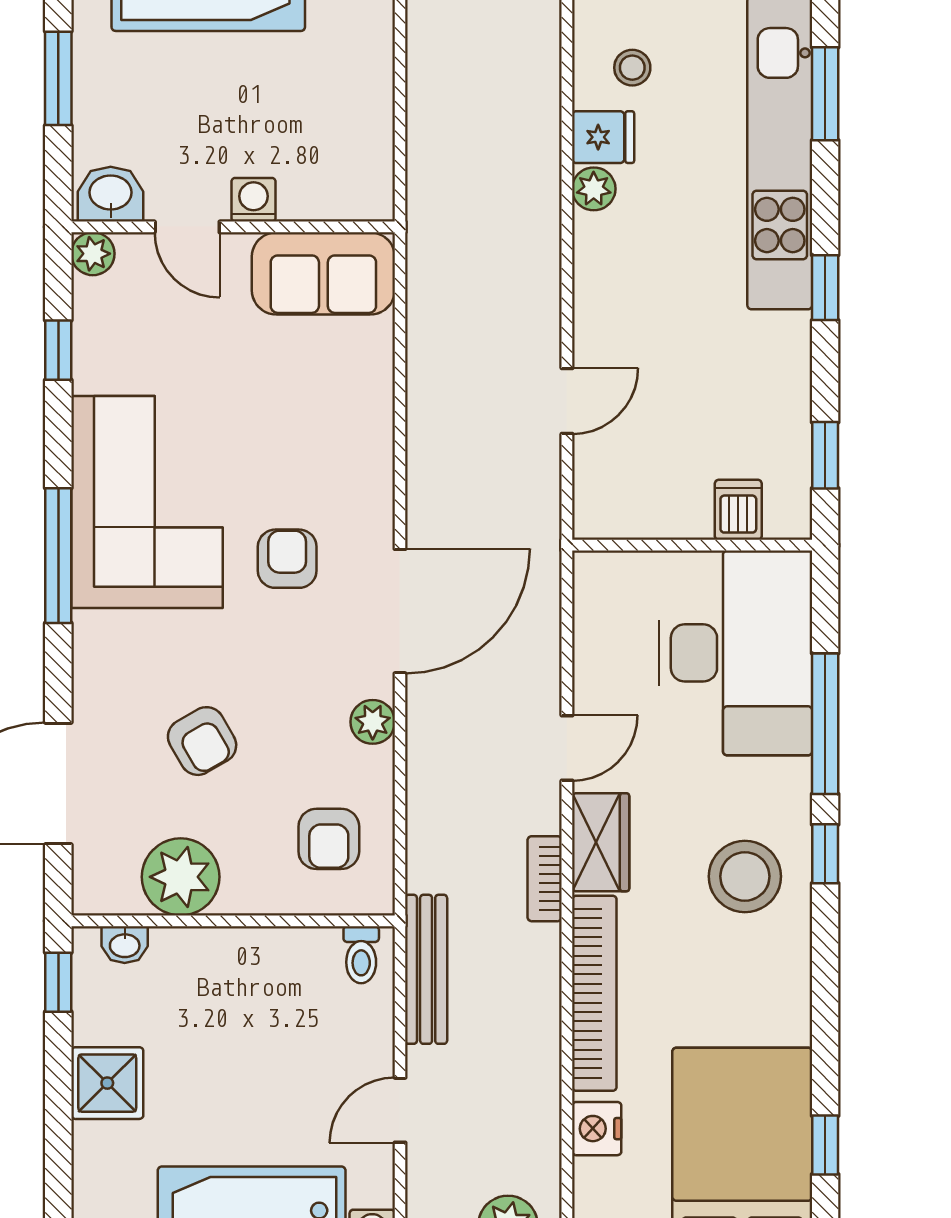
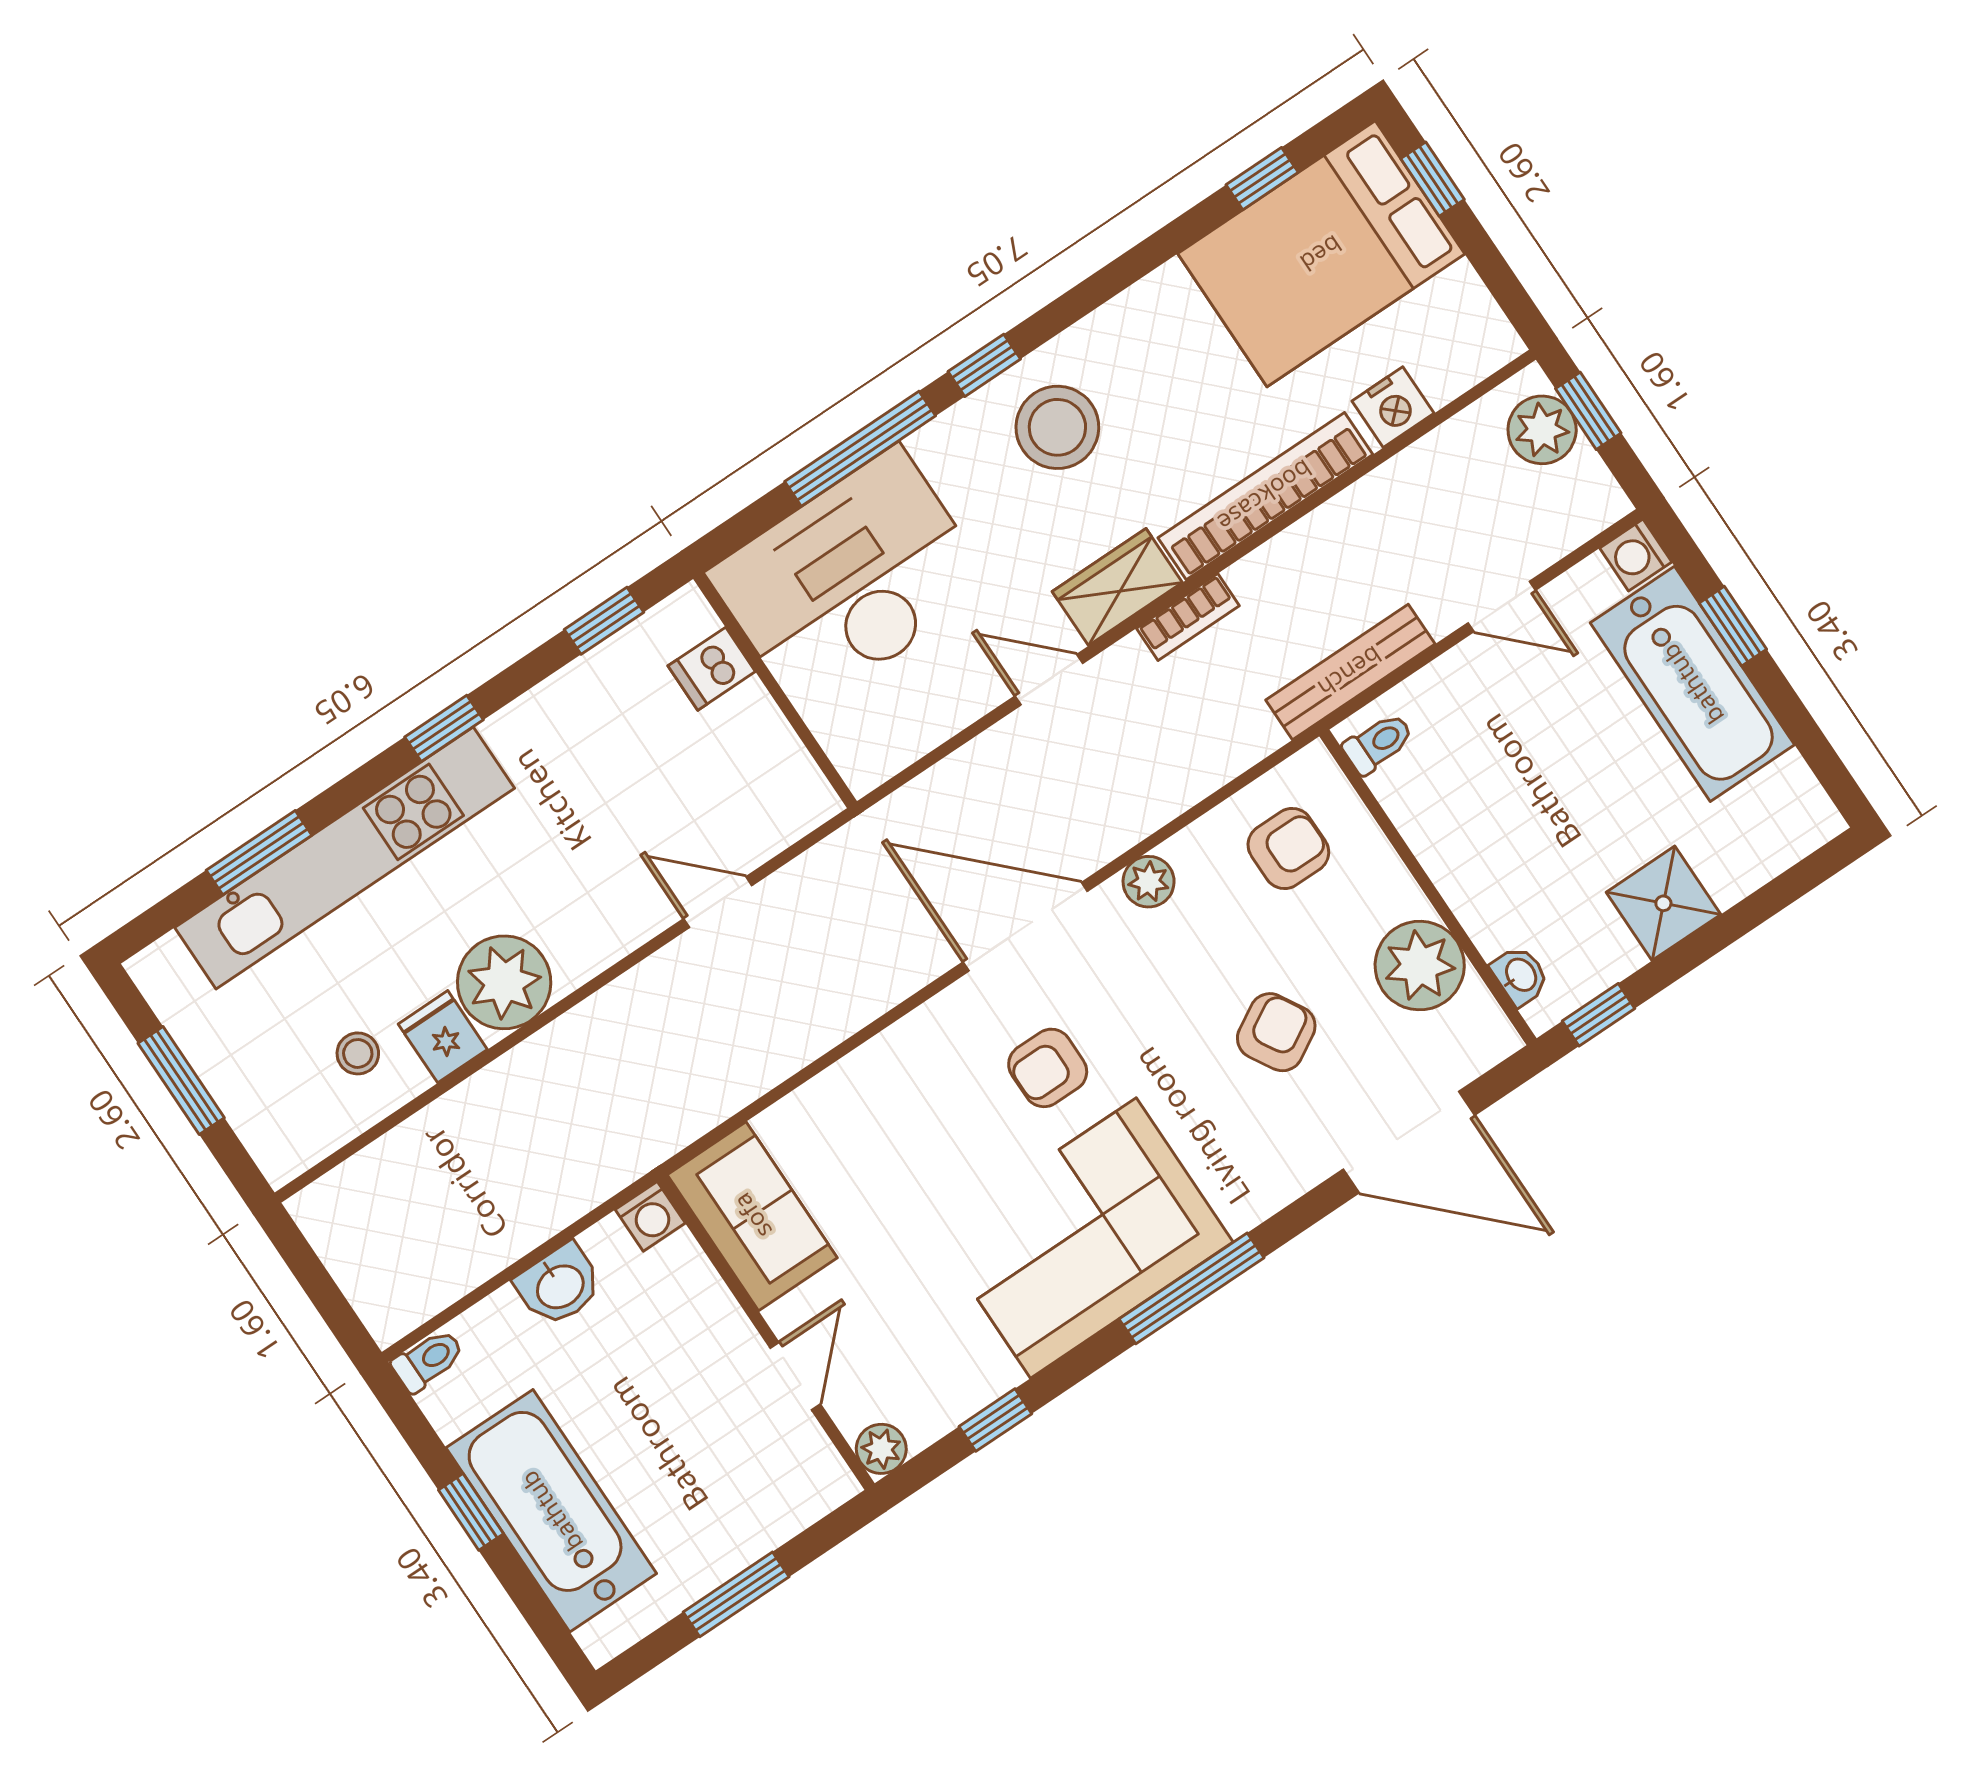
plant: (594, 189) -> (504, 982), width x1.87, depth x1.87
washbasin: (111, 194) -> (559, 1285), moved, turned -90
washing machine: (254, 200) -> (650, 1216), moved, turned -90

